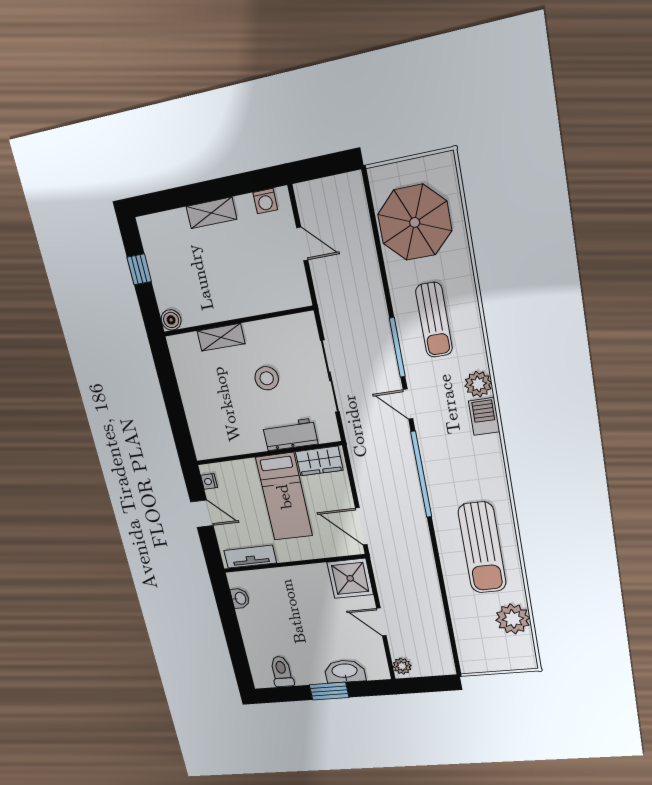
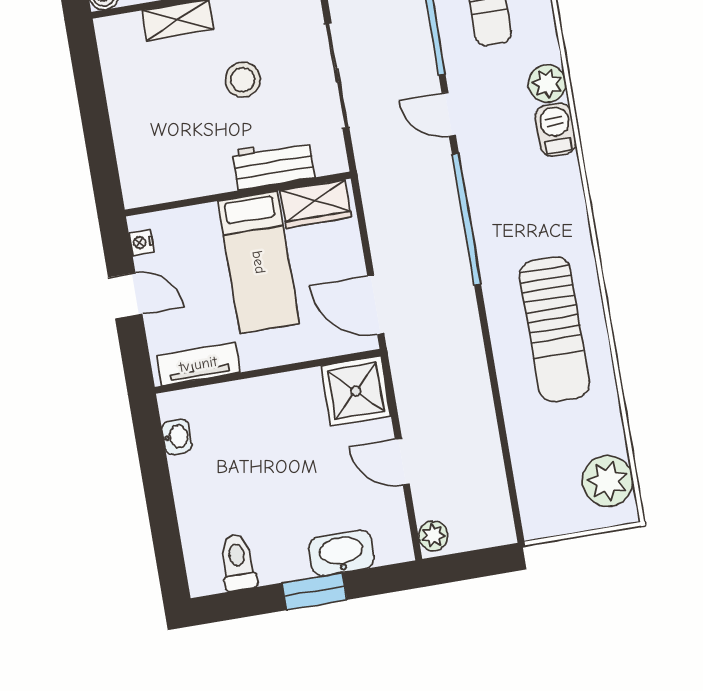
plant: (513, 619) -> (608, 481), moved

